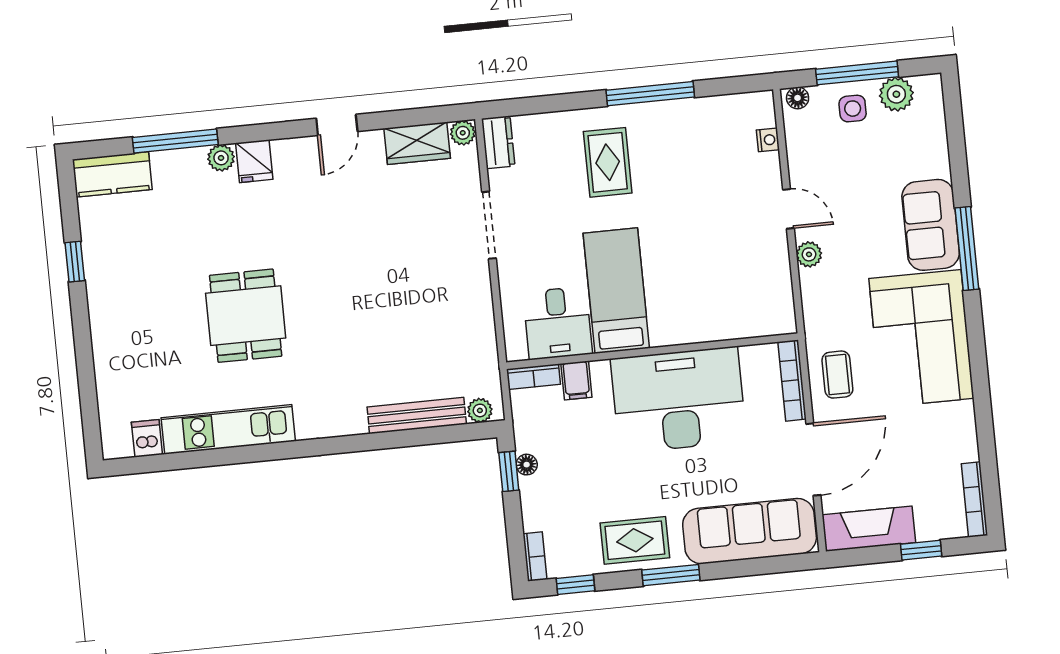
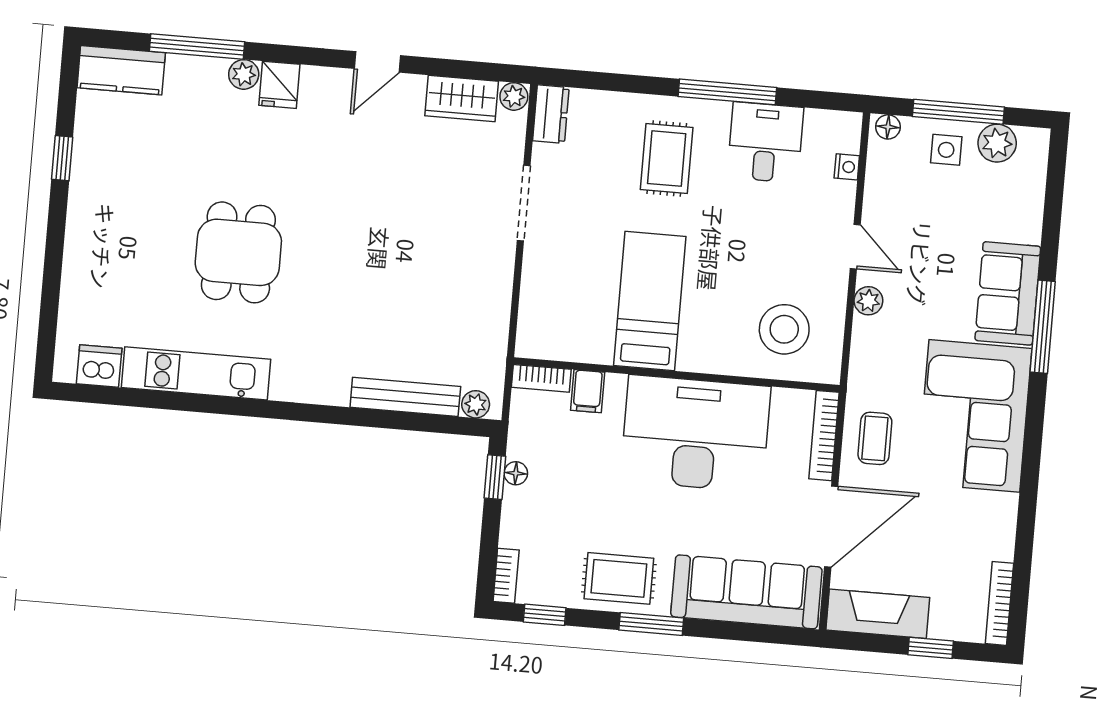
stool: (739, 293) -> (784, 329), added
desk: (558, 323) -> (765, 142), moved, turned 180
dishwasher: (147, 438) -> (99, 366), width x1.38

